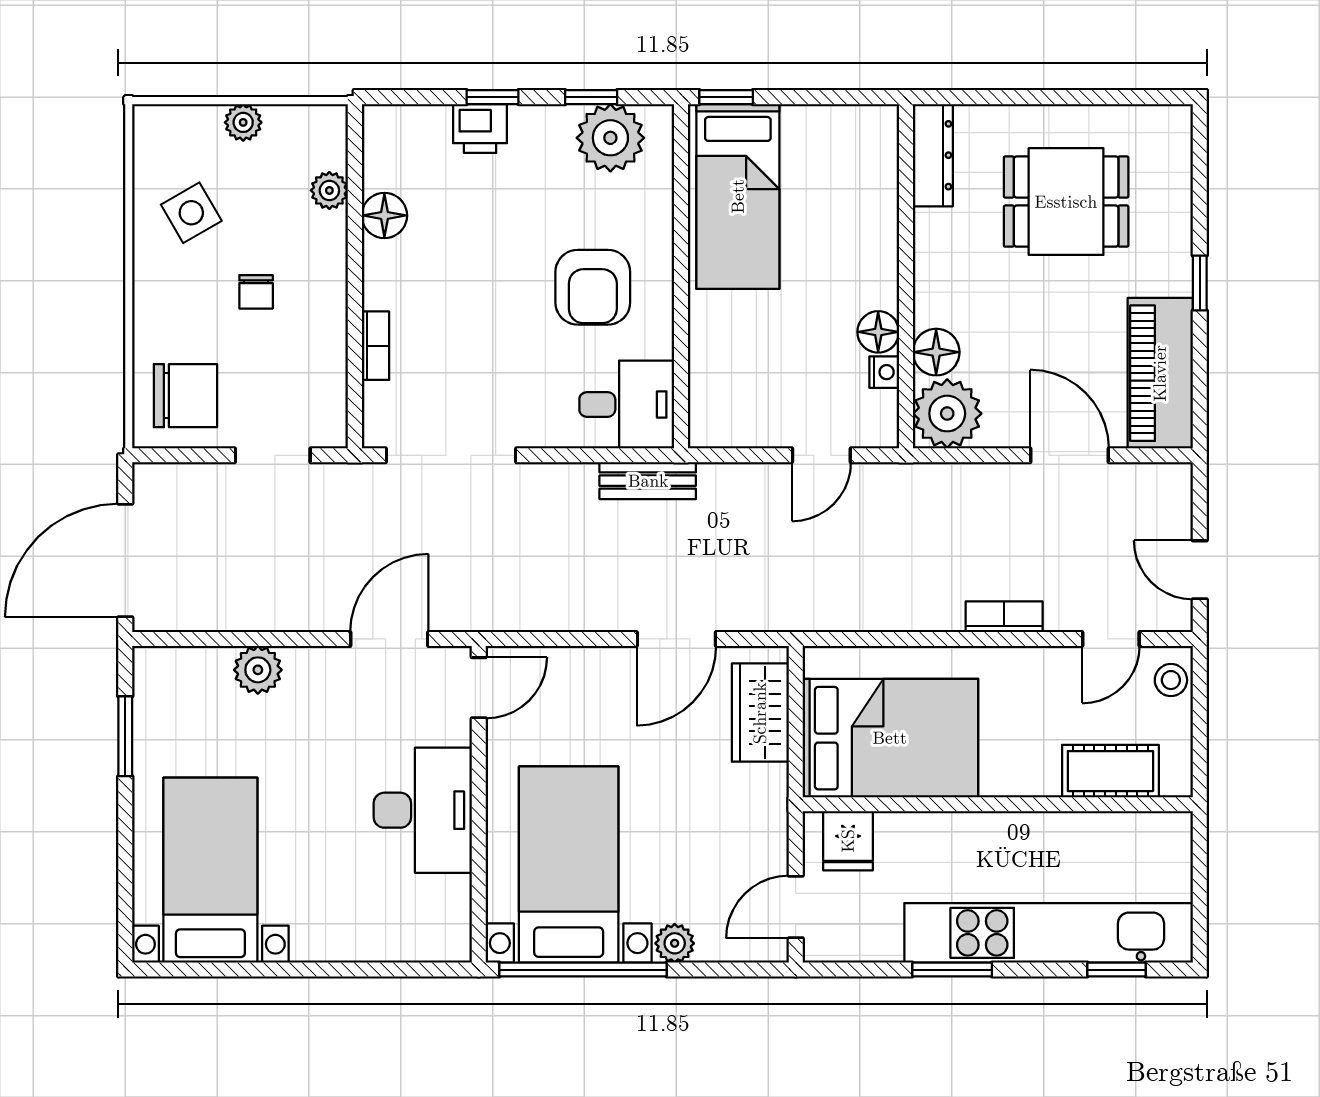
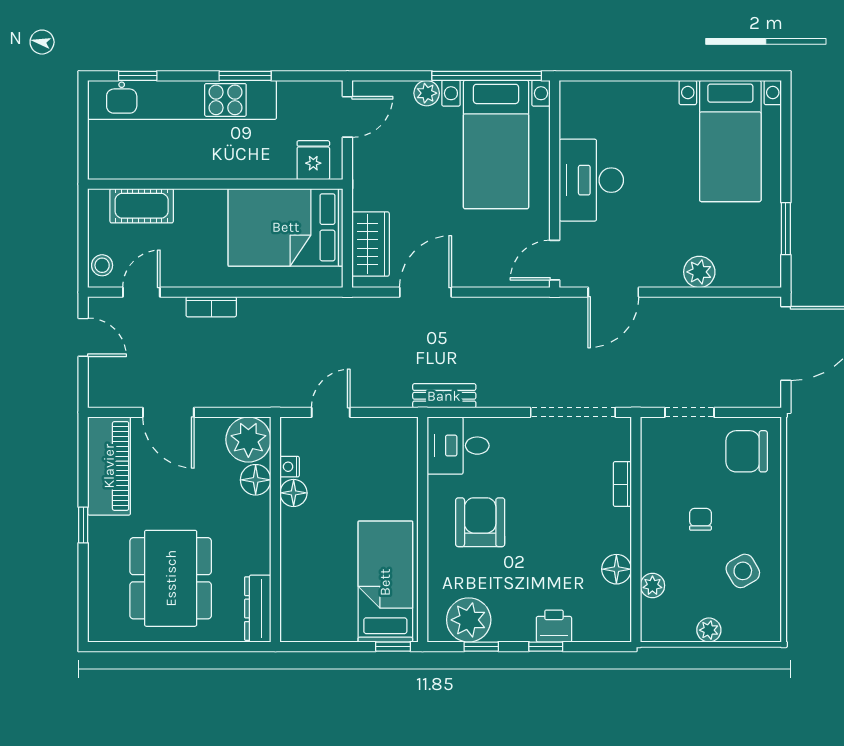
dining table: (1066, 202) -> (171, 578), width x1.38

